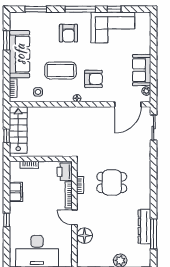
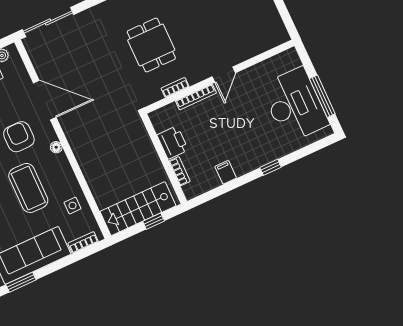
door: (128, 104) -> (45, 100), moved
sliding door: (154, 128) -> (48, 22), width x1.37
printer: (65, 172) -> (173, 142), moved, turned -90
filing cabinet: (16, 192) -> (226, 172), width x0.50
floor lamp: (84, 236) -> (243, 49), removed

